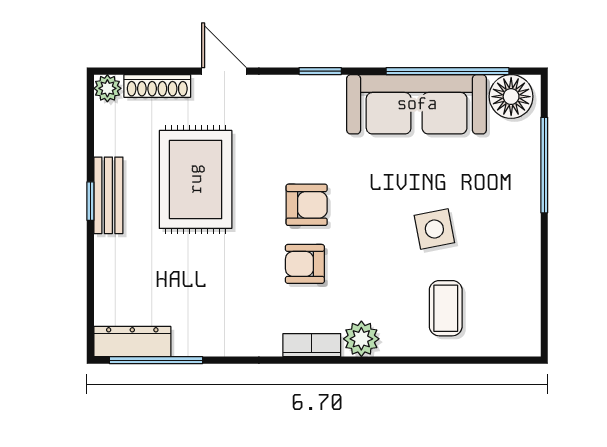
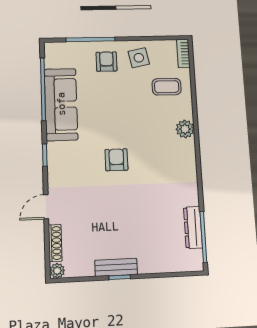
floor lamp: (511, 97) -> (55, 57), removed
rug: (196, 179) -> (105, 220), removed
side table: (434, 229) -> (139, 58), moved
armchair: (305, 264) -> (106, 62), moved, turned 180
dresser: (132, 342) -> (193, 227), moved
bookcase: (312, 345) -> (183, 53), moved

